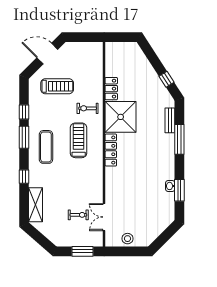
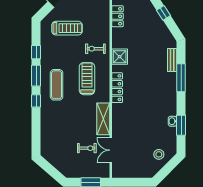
window: (167, 79) -> (164, 13), moved
locker: (111, 89) -> (118, 16), moved
shower: (121, 117) -> (120, 57), width x0.54, depth x0.54
window: (24, 177) -> (36, 101), moved
shelving: (36, 205) -> (103, 119), moved
stool: (128, 239) -> (159, 154), moved

